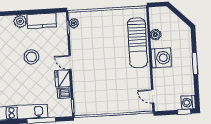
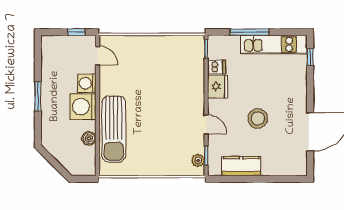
plant: (20, 21) -> (270, 167), removed
sun lounger: (137, 43) -> (114, 129), turned 180
door: (70, 62) -> (206, 124), moved
washing machine: (188, 102) -> (87, 83), moved, turned 180
window: (184, 112) -> (76, 32), moved

